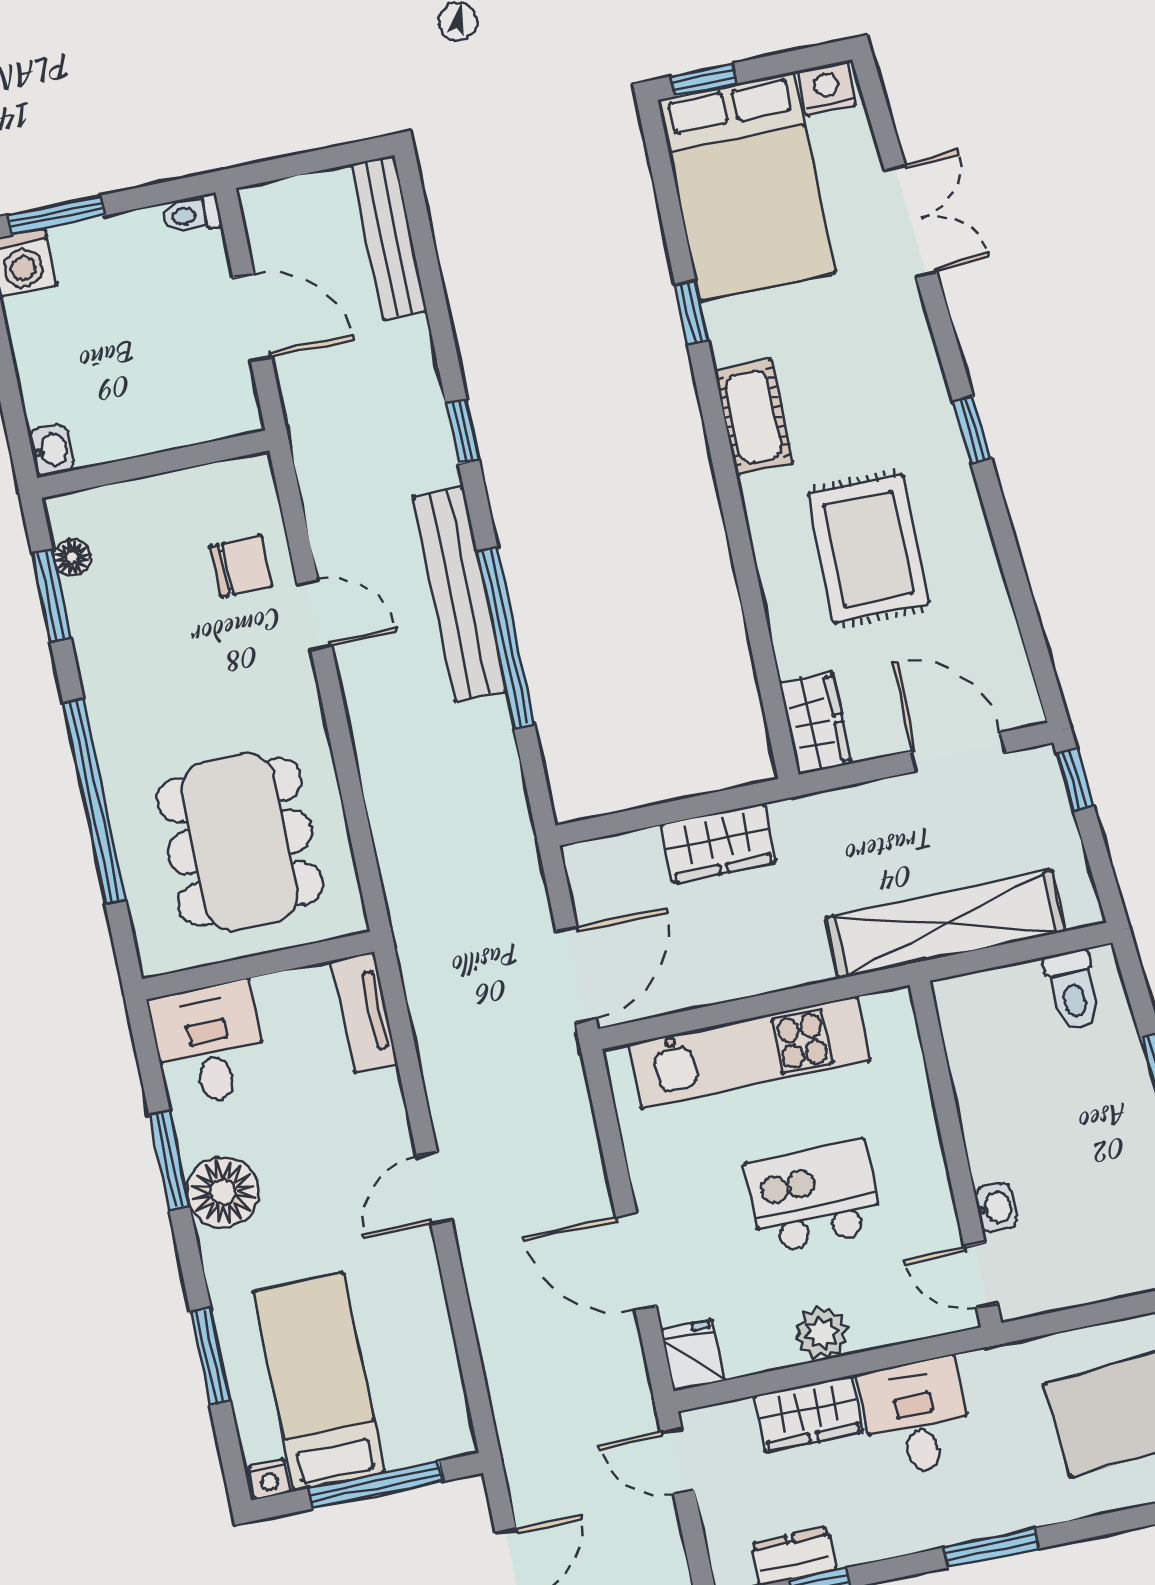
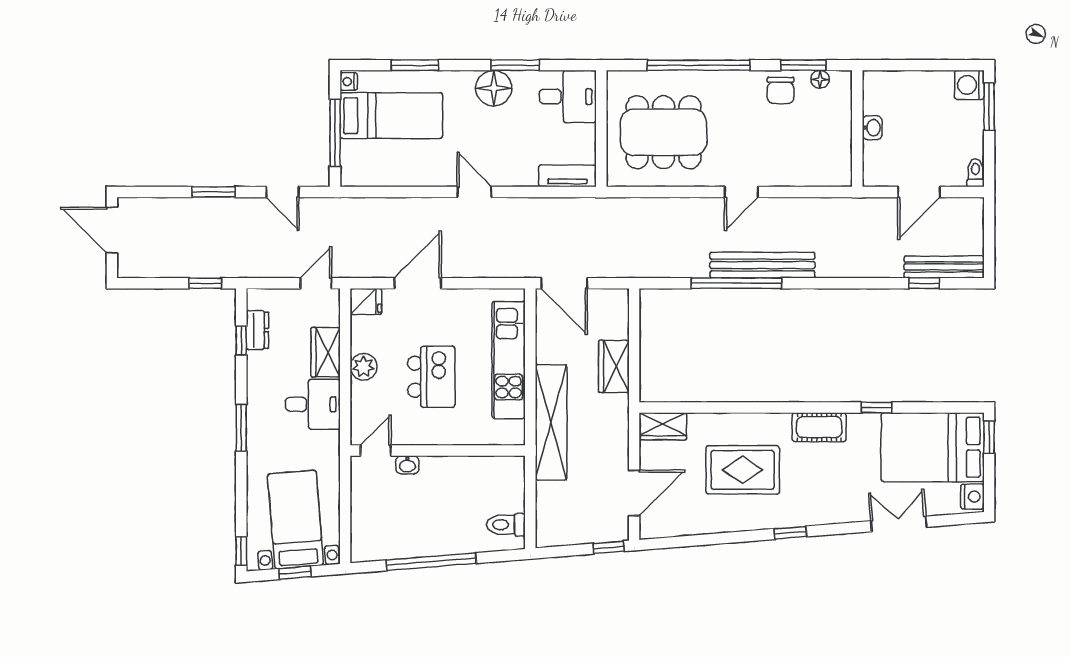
double door: (911, 221) -> (899, 524), swing flipped
window: (463, 432) -> (924, 283), moved
washbasin: (51, 450) -> (872, 128), moved, turned -90
chair: (241, 566) -> (781, 90), moved
door: (314, 615) -> (741, 192), moved
shelving: (945, 924) -> (551, 422), moved

